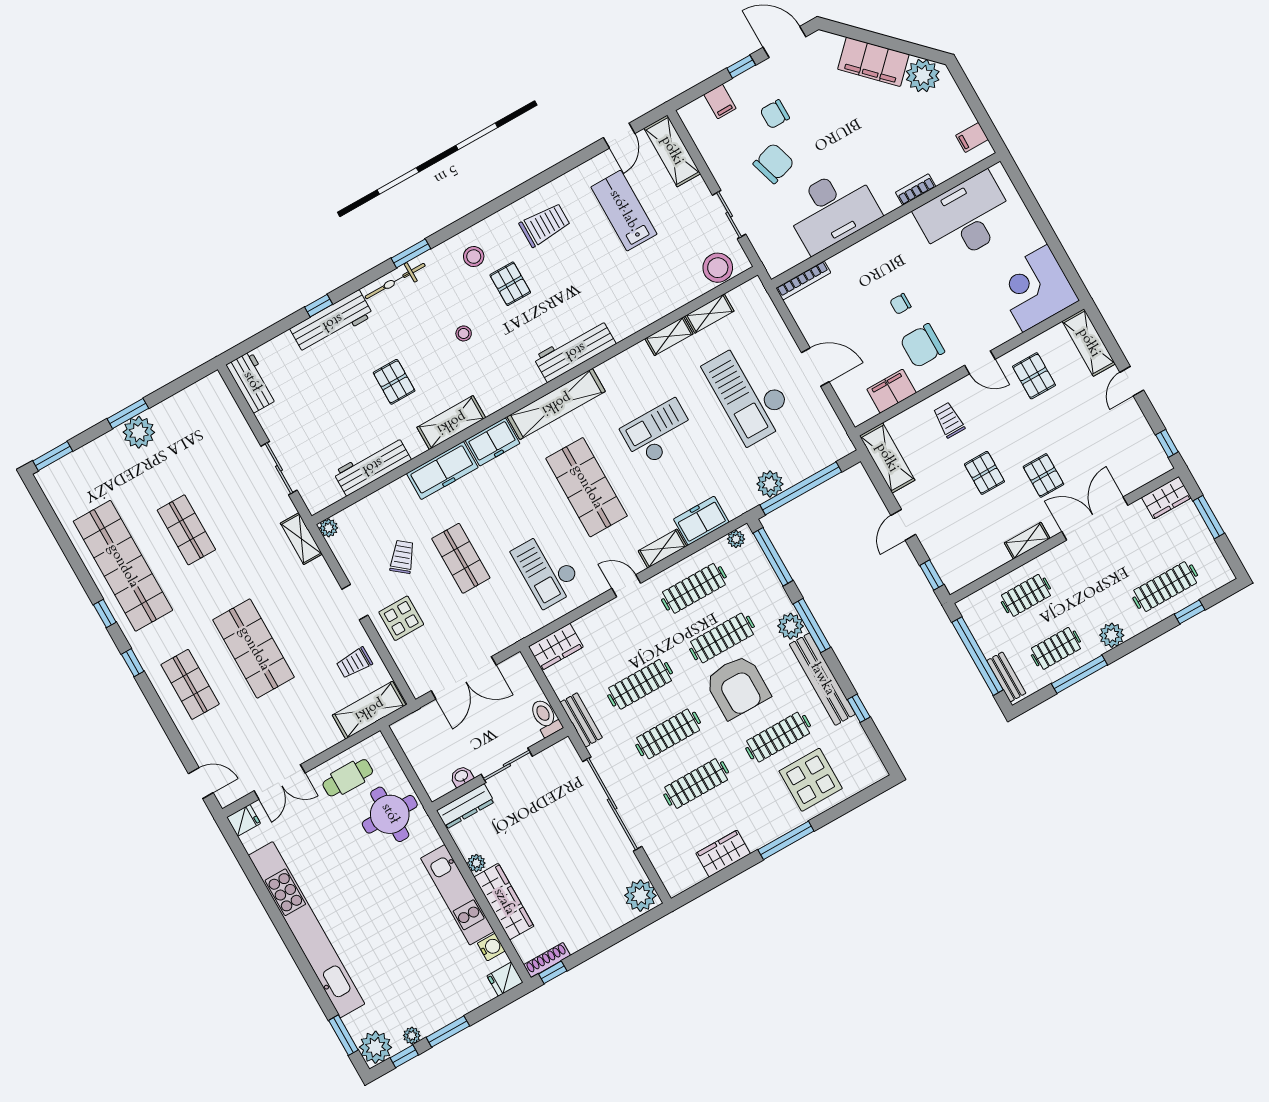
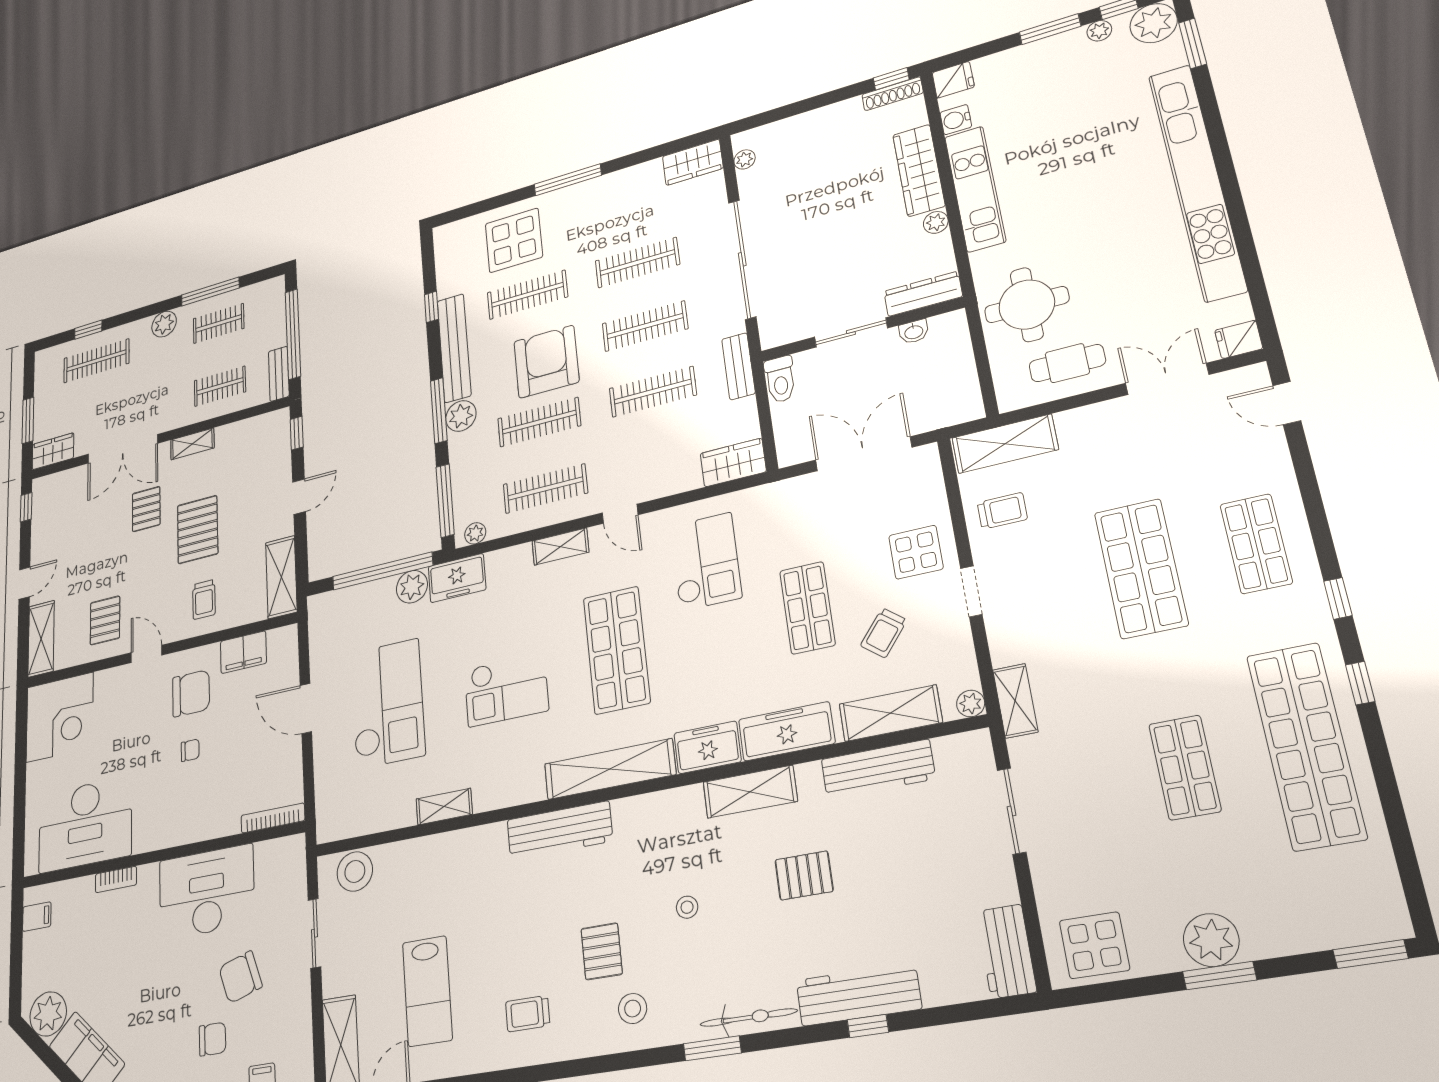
trolley: (545, 225) -> (528, 1014), width x0.73, depth x0.72
shelving: (709, 313) -> (890, 713), moved, width x1.50, depth x1.33
pallet: (394, 382) -> (804, 875), turned 90
display table: (203, 405) -> (1094, 945), added
pallet: (984, 473) -> (198, 530), width x1.50, depth x1.42
freezer: (701, 521) -> (457, 578), moved
bench: (1006, 677) -> (279, 374), moved
wardrobe: (723, 854) -> (693, 162), moved
plant: (640, 896) -> (745, 159), width x0.53, depth x0.53

